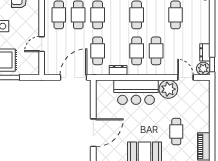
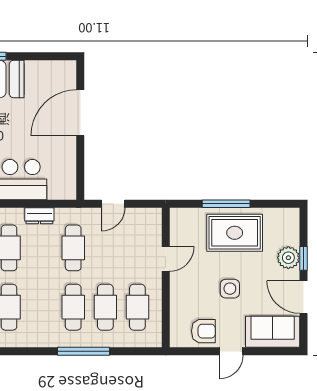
door: (73, 78) -> (113, 204), width x0.53

